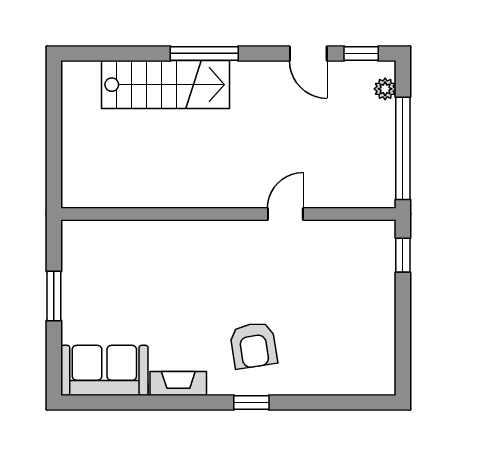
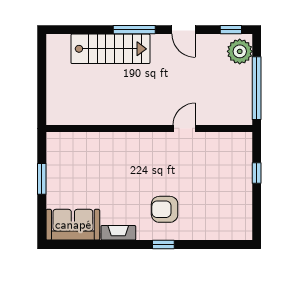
door: (308, 53) -> (184, 30), moved
plant: (385, 89) -> (240, 51), width x1.87, depth x1.87
window: (403, 255) -> (257, 173), moved
armchair: (253, 345) -> (165, 209), turned 99

